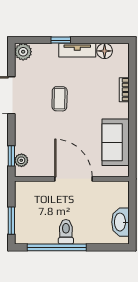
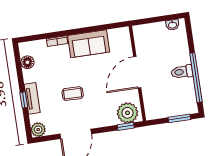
tv unit: (77, 50) -> (32, 98), moved
sofa: (116, 142) -> (89, 44), moved
plant: (21, 160) -> (127, 113), width x1.88, depth x1.88
washbasin: (120, 222) -> (172, 25), width x0.52, depth x0.69

